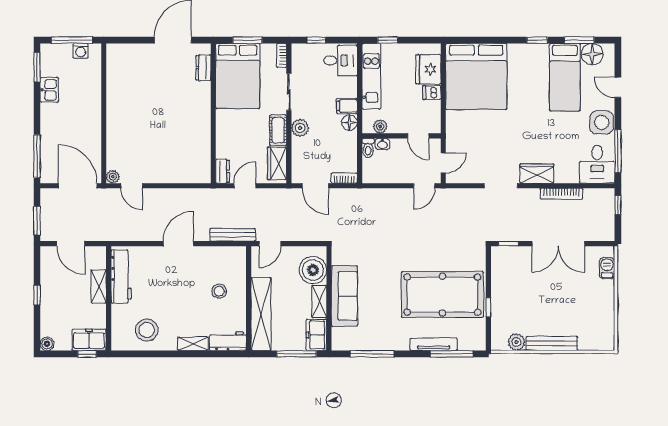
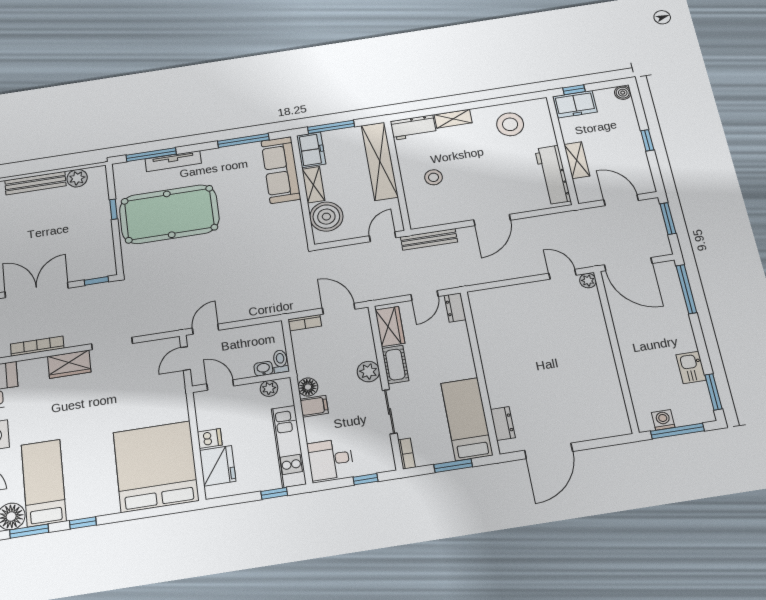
bed: (238, 76) -> (467, 419), width x0.67
sofa: (344, 296) -> (281, 170), moved

